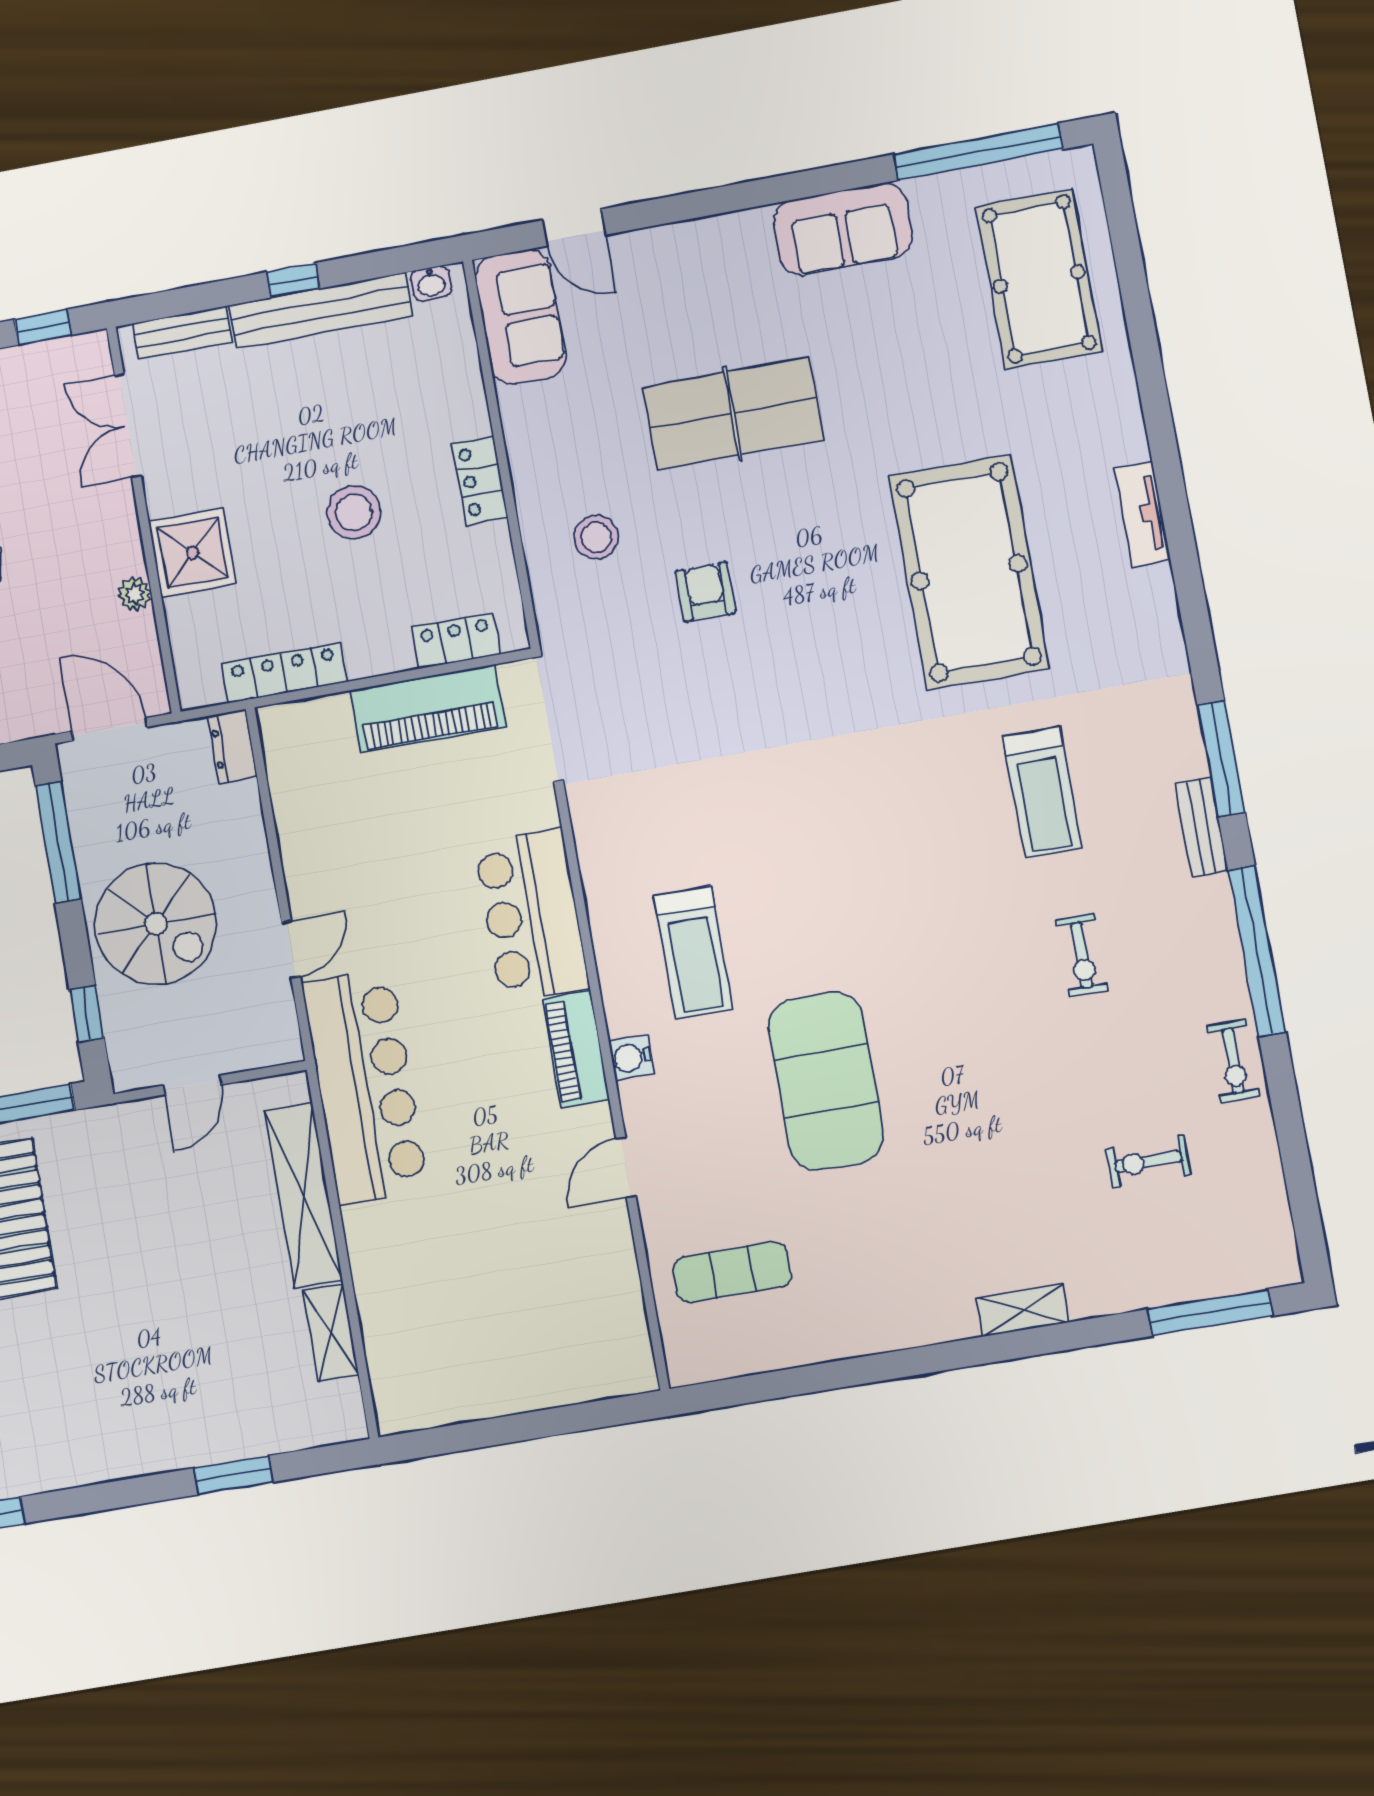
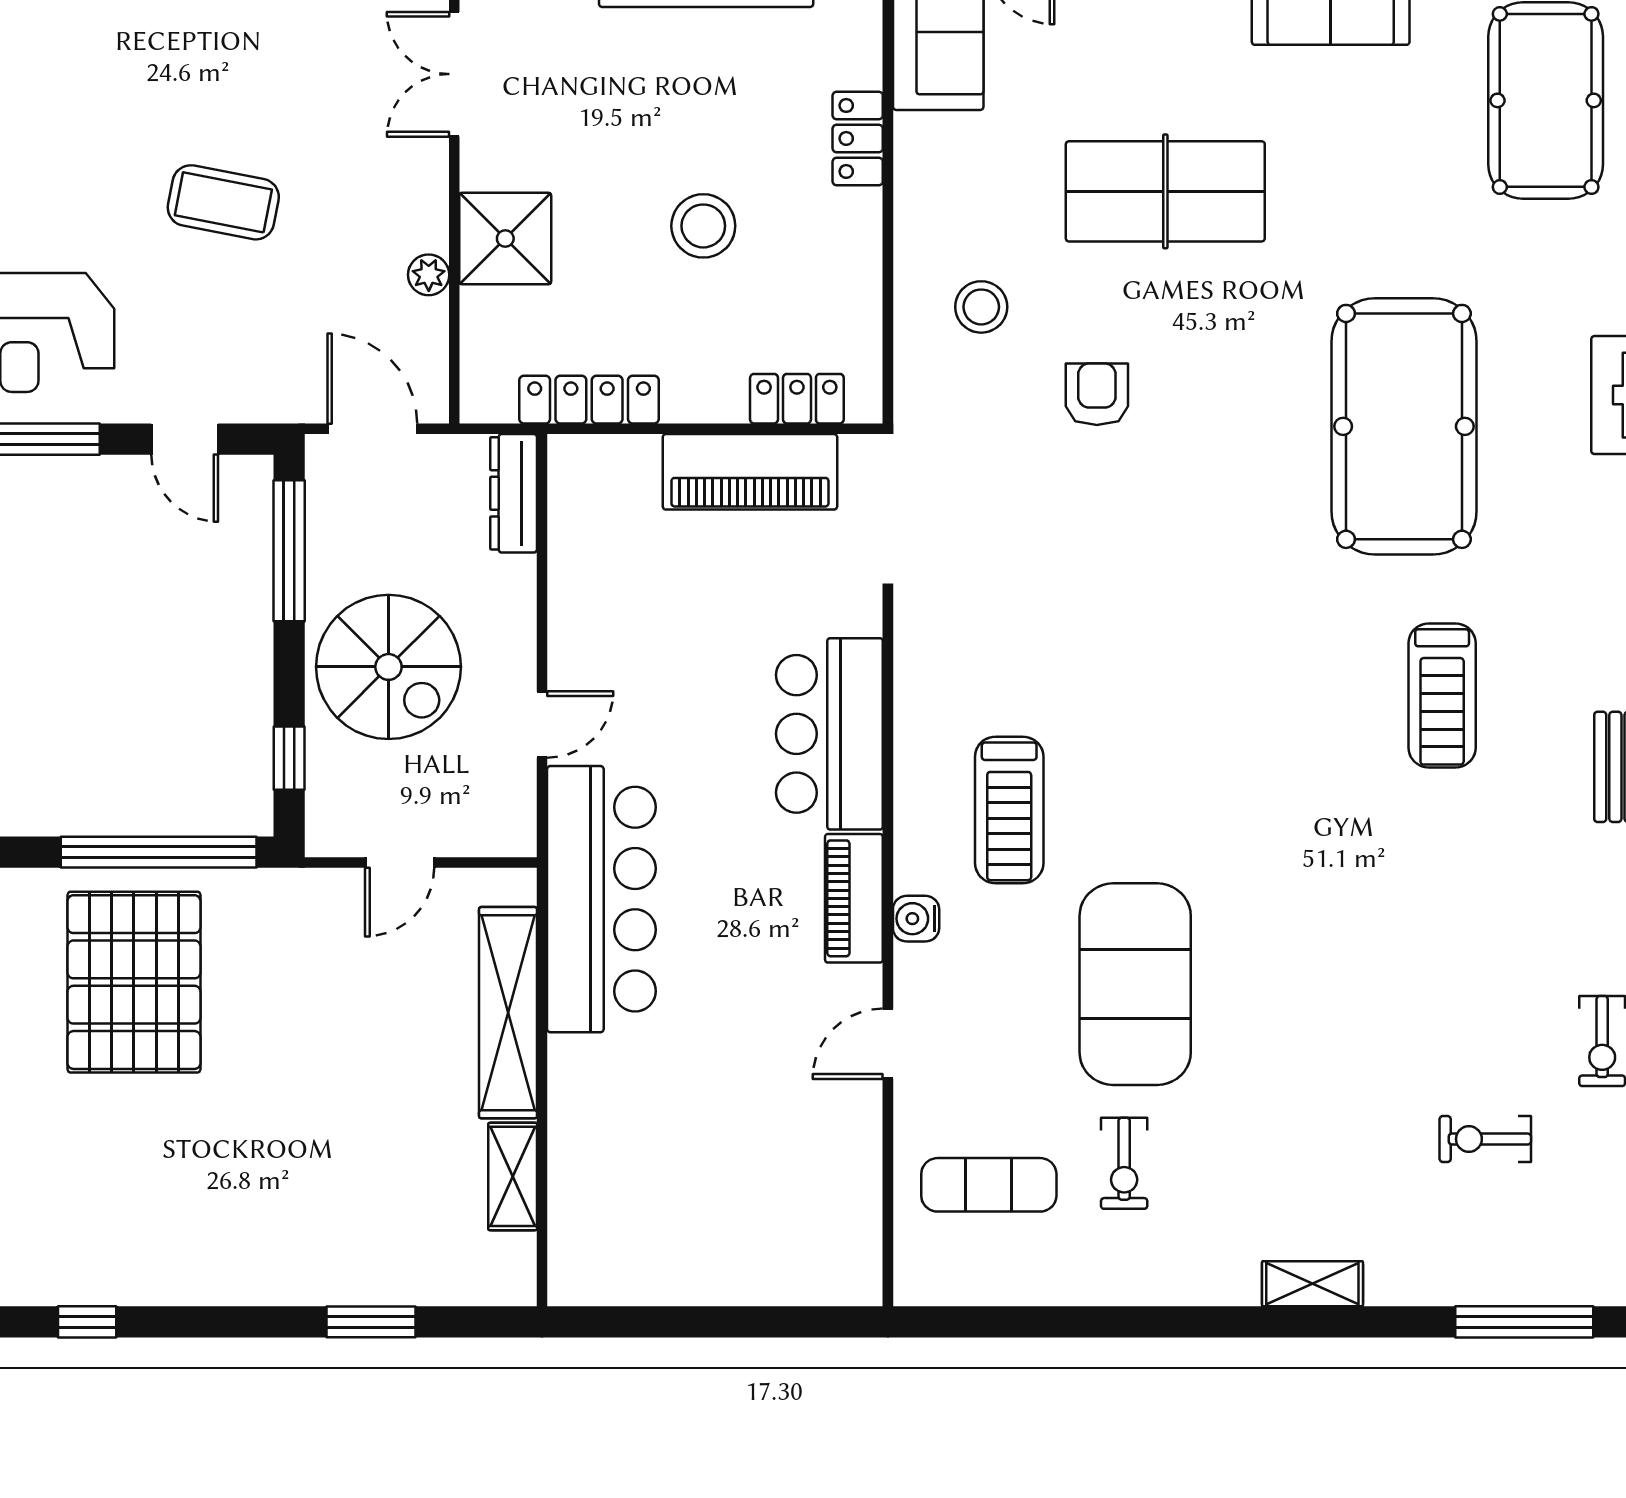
locker: (480, 480) -> (858, 138), moved
dresser: (232, 747) -> (514, 493), width x1.44
exercise bike: (1082, 955) -> (1124, 1163), moved

